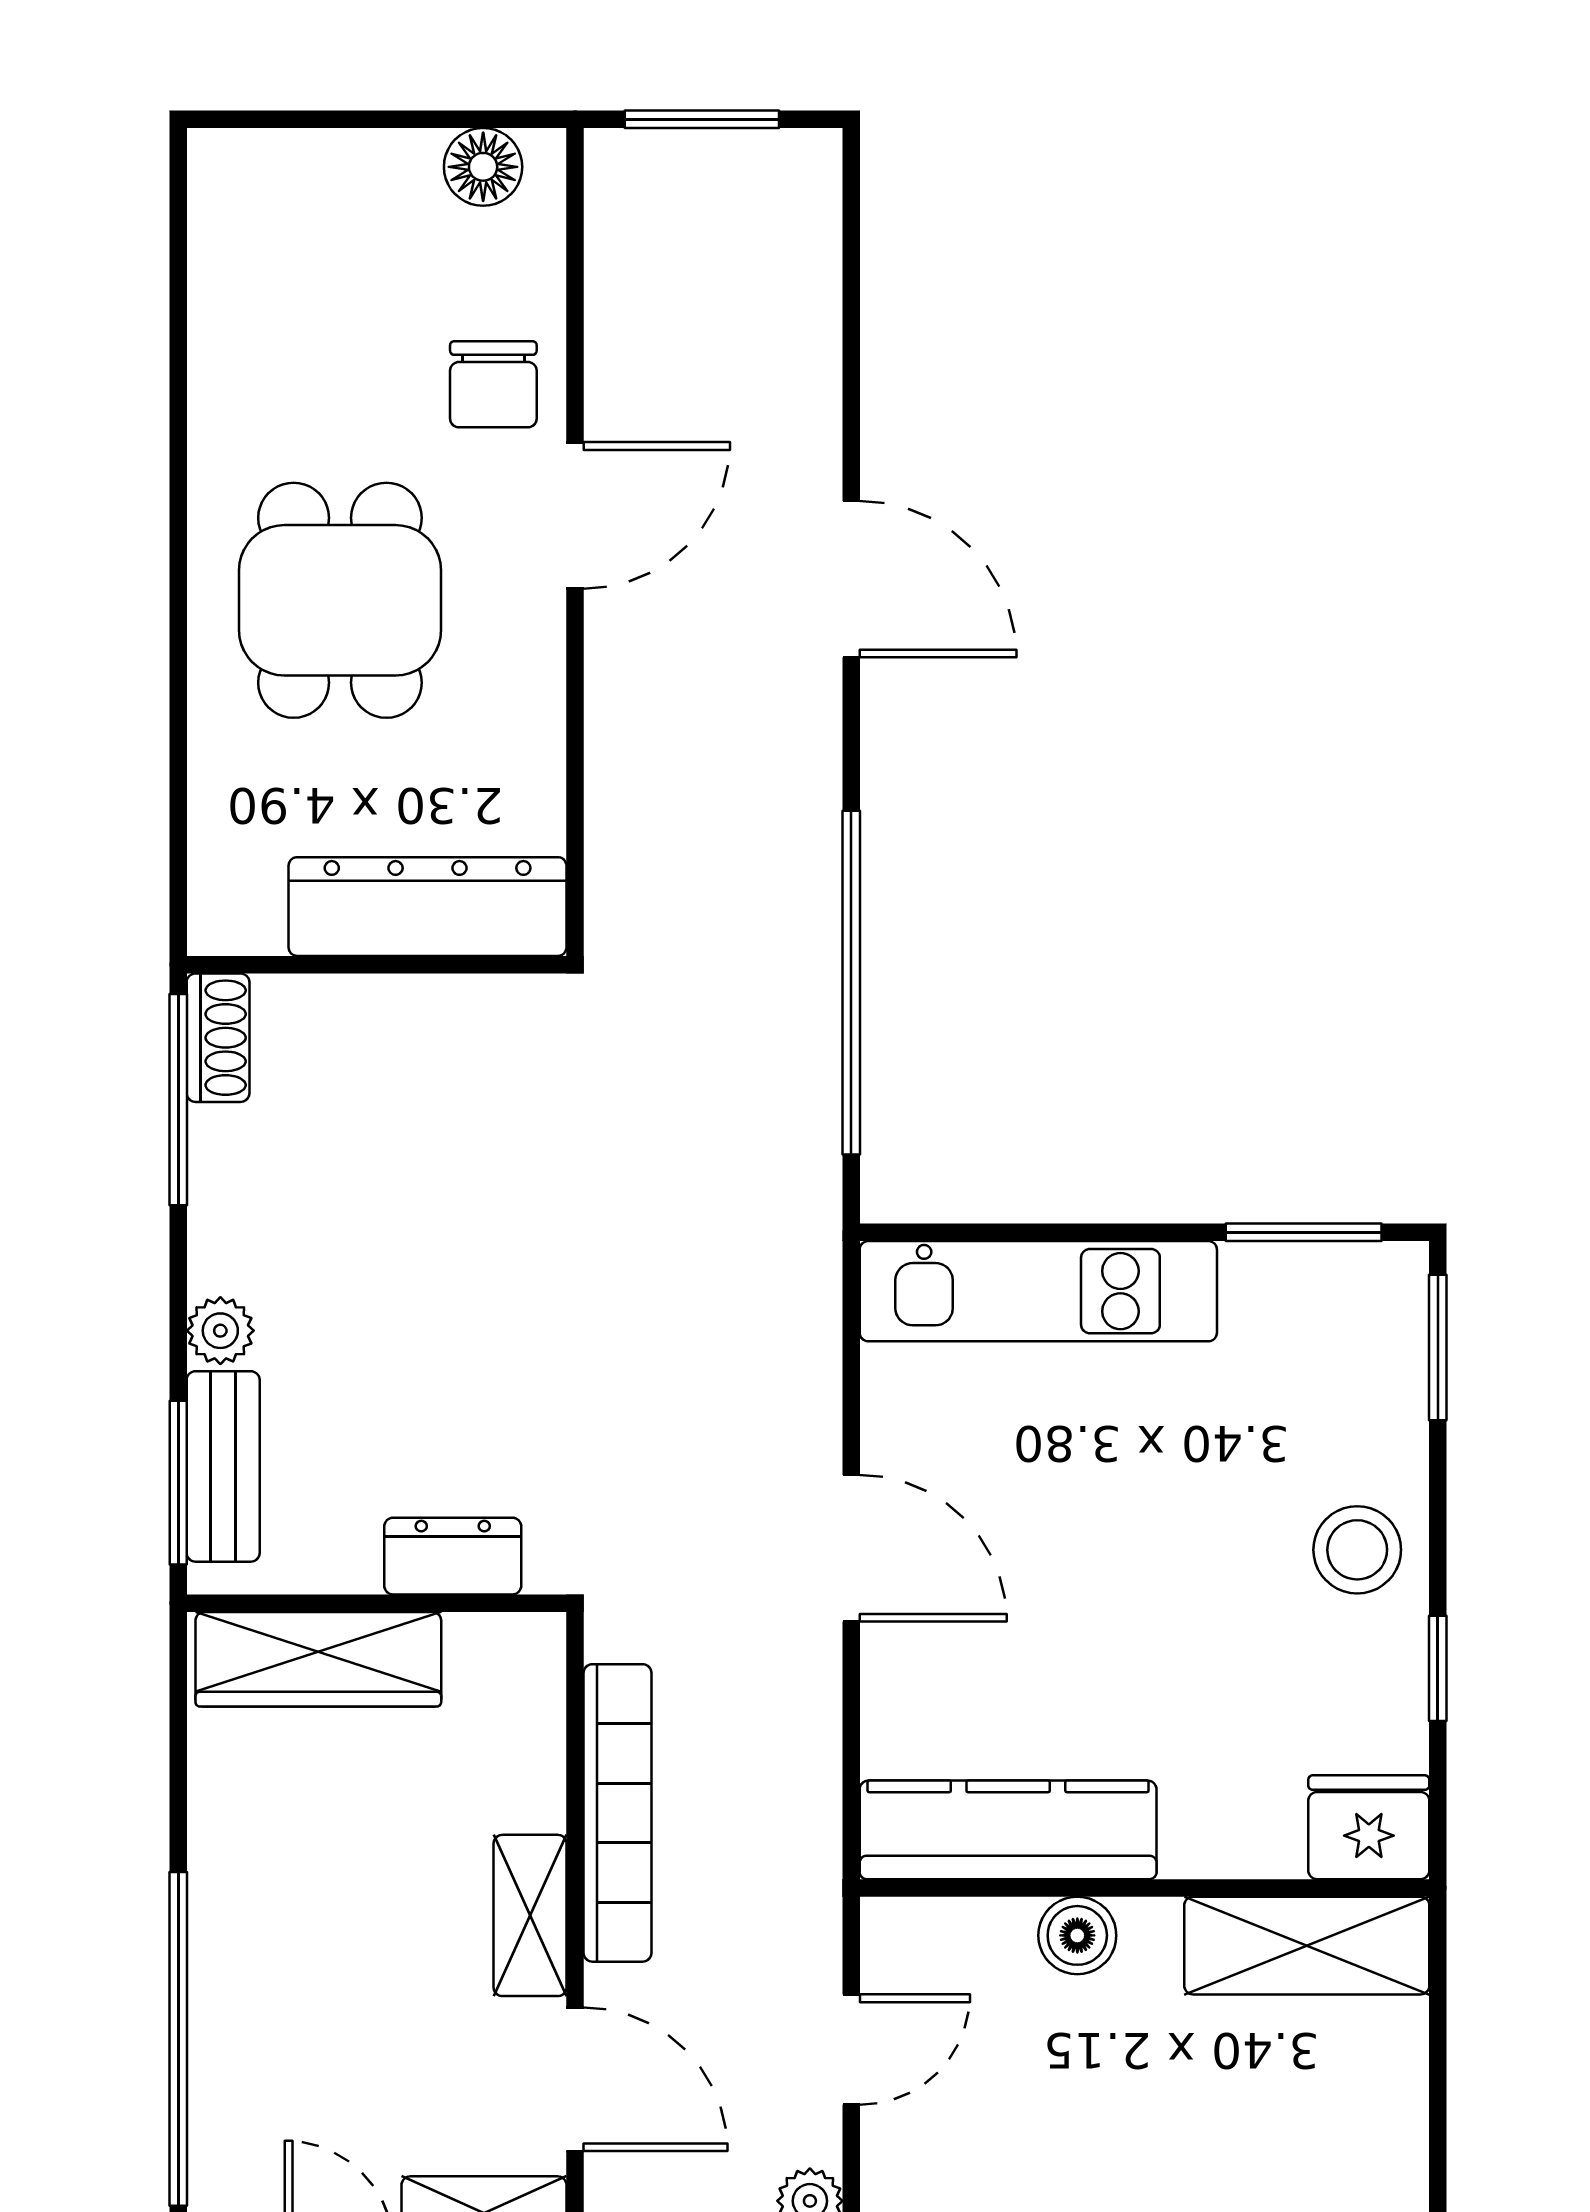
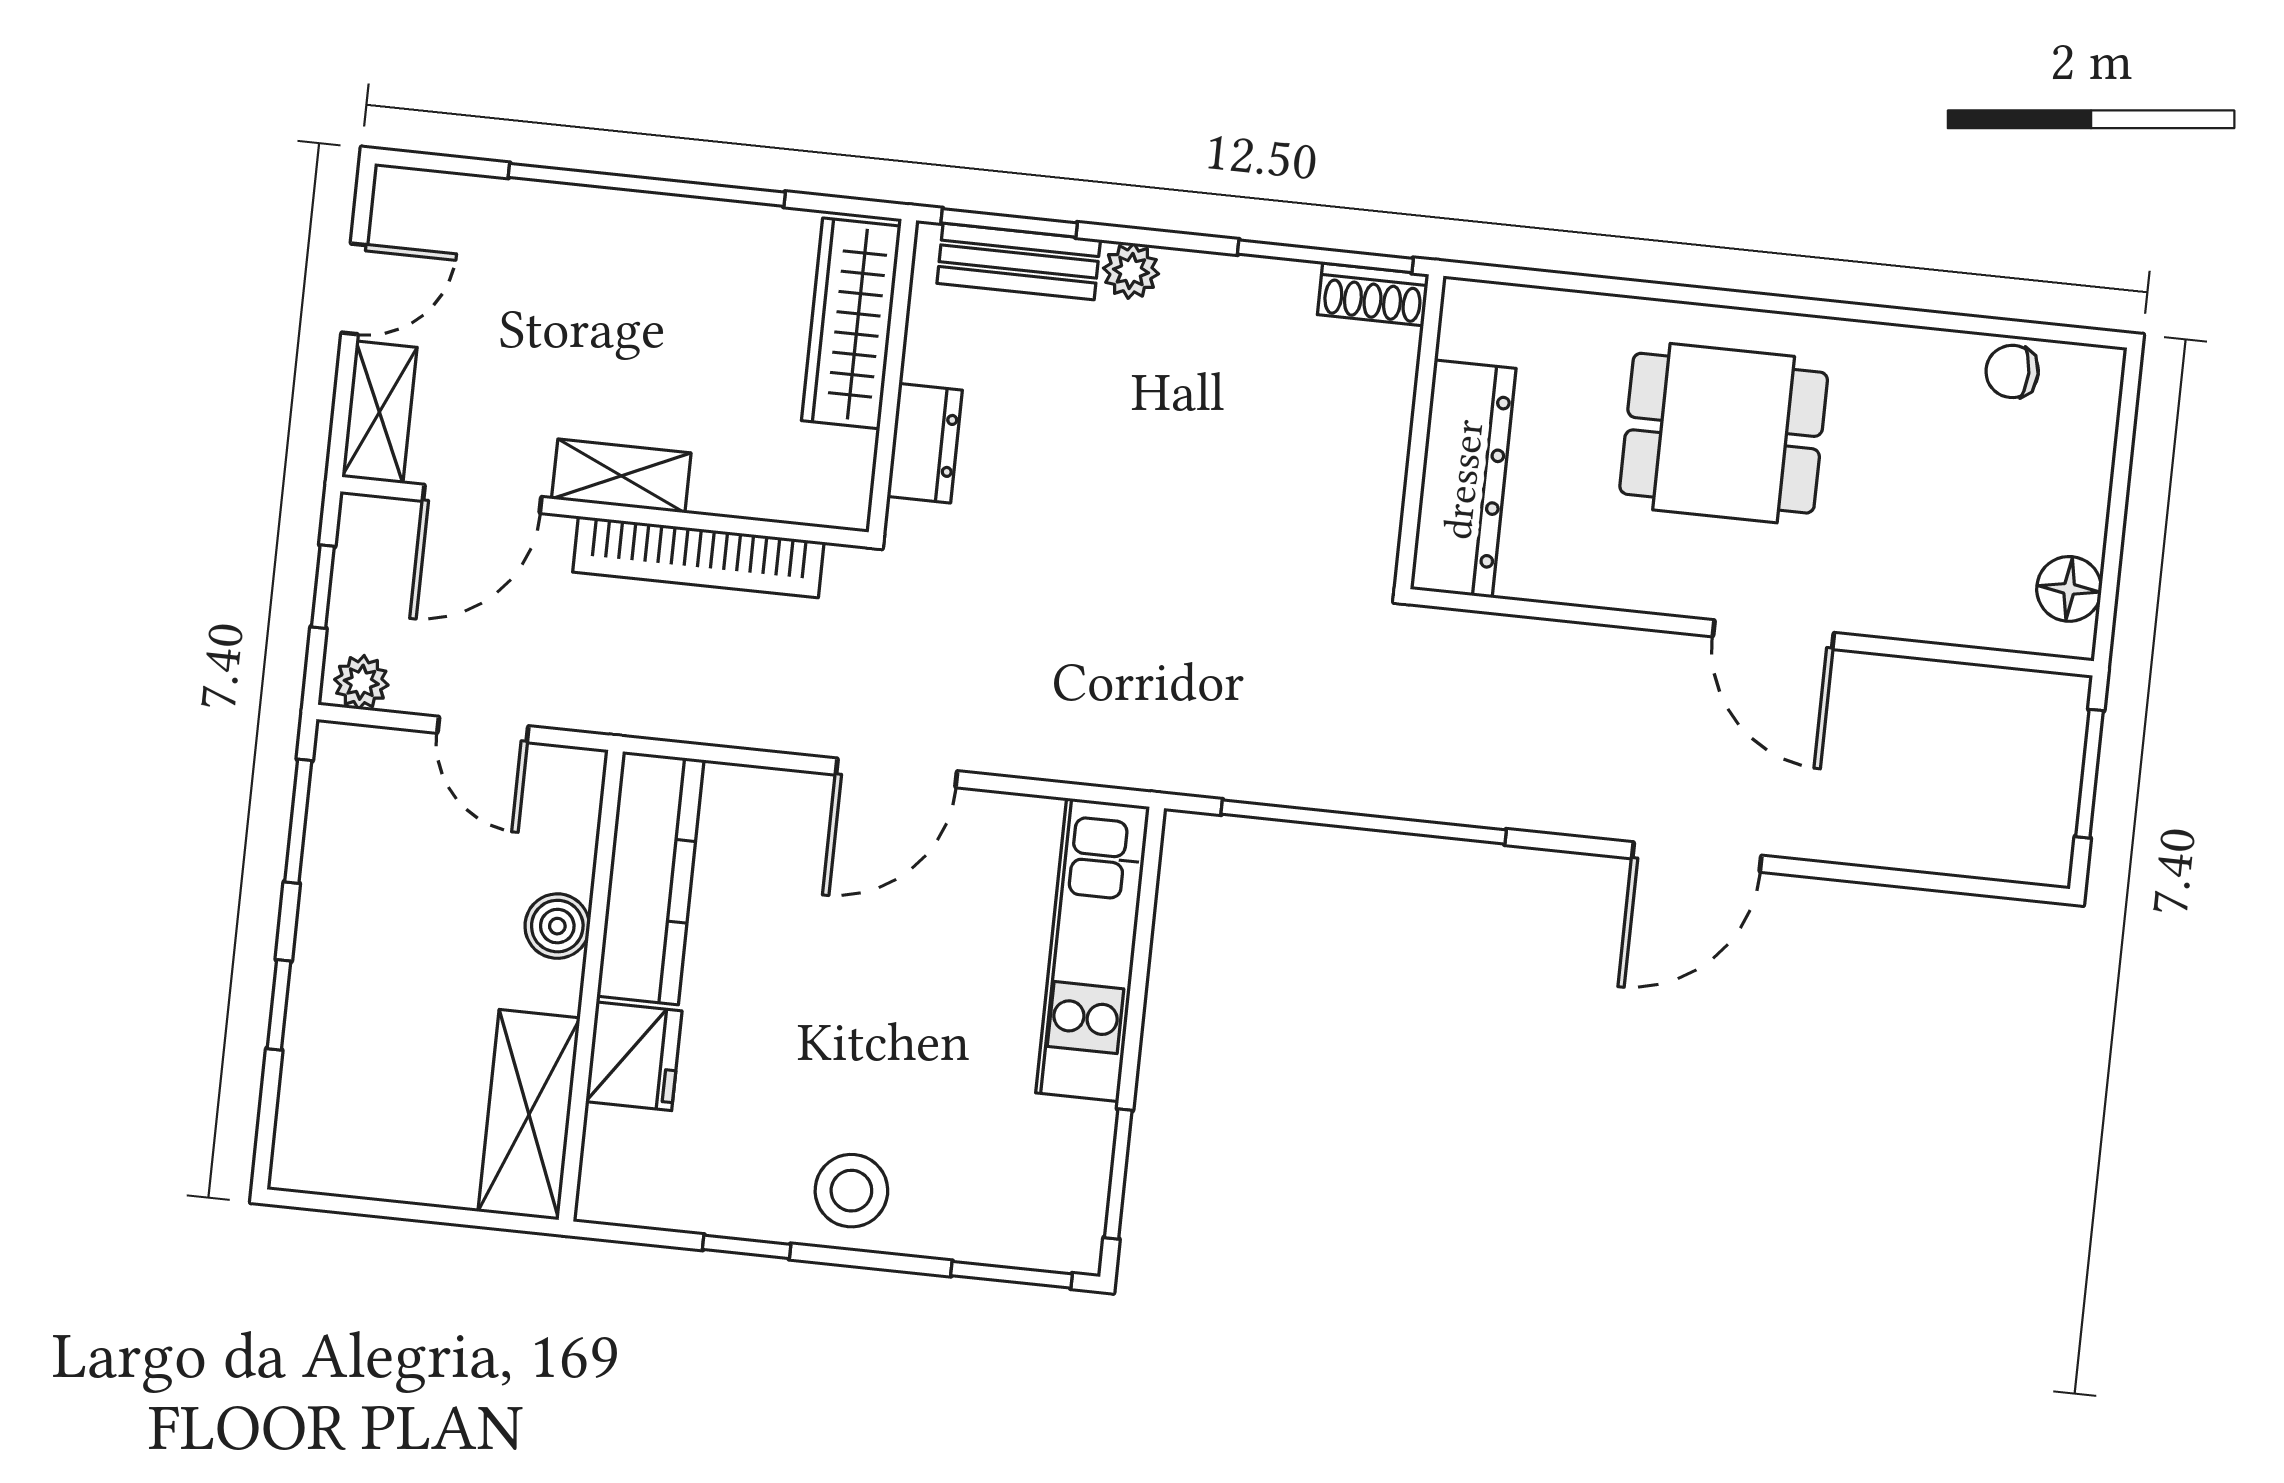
chair: (493, 384) -> (2012, 371), moved, width x0.73, depth x0.73
fridge: (1369, 1827) -> (634, 1056), moved
window: (178, 2039) -> (647, 185), moved

